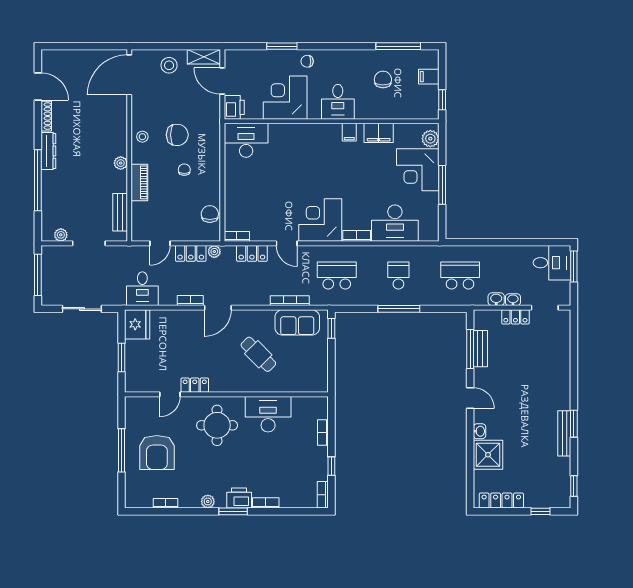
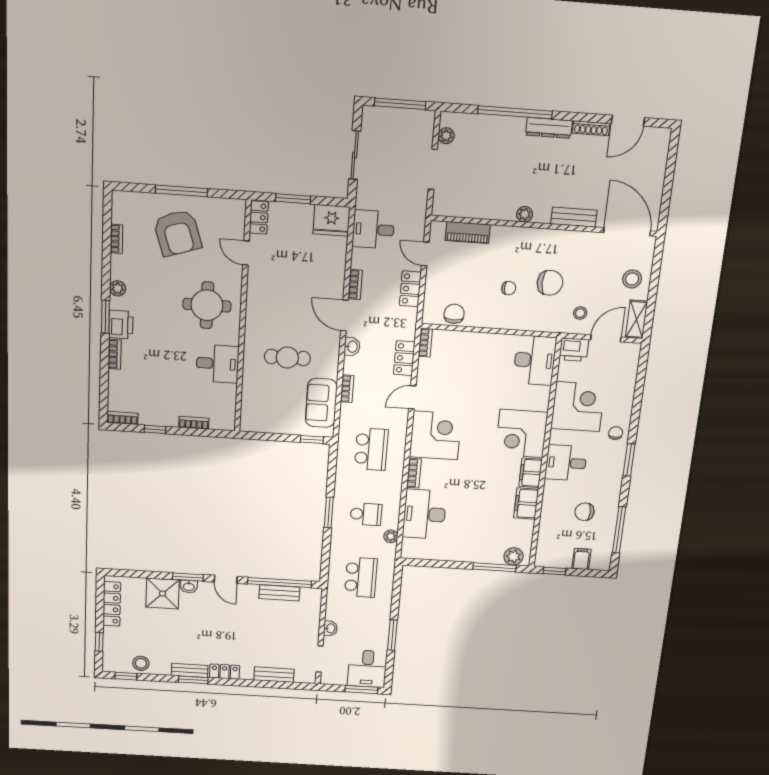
window: (282, 46) -> (629, 460), moved
chair: (383, 80) -> (584, 512), turned 180
filing cabinet: (349, 132) -> (531, 473), width x2.00
chair: (177, 135) -> (550, 283), turned -90
stool: (142, 137) -> (580, 313), moved
corner desk: (418, 170) -> (521, 434), moved, turned -90
piano: (139, 182) -> (468, 233), moved
window: (442, 185) -> (494, 567), moved
bench: (120, 212) -> (574, 217), moved
chair: (210, 214) -> (454, 314), turned -90
window: (516, 242) -> (392, 635), added
plant: (214, 252) -> (391, 536), moved
washbasin: (496, 299) -> (352, 347), moved
bookcase: (290, 301) -> (347, 389), width x0.64
window: (399, 309) -> (329, 512), width x0.69
locker: (515, 317) -> (225, 672), moved, turned 90
window: (470, 349) -> (280, 583), width x1.46
bench: (564, 349) -> (274, 675), added
cafe table: (258, 354) -> (287, 358), turned 45
locker: (195, 385) -> (259, 217), moved
door: (470, 398) -> (226, 579), hinge flipped
desk: (268, 414) -> (217, 364), width x0.73
window: (470, 432) -> (188, 577), added
bench: (564, 433) -> (190, 670), width x0.73
armchair: (157, 452) -> (177, 233), turned -108
stool: (560, 472) -> (141, 663), added

